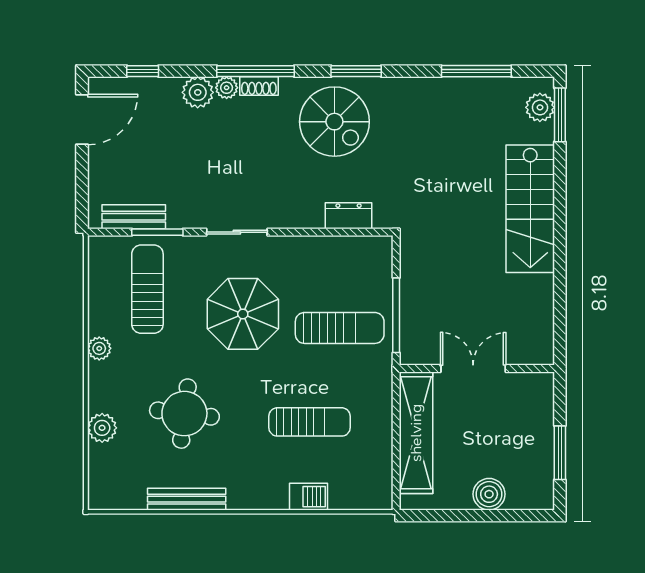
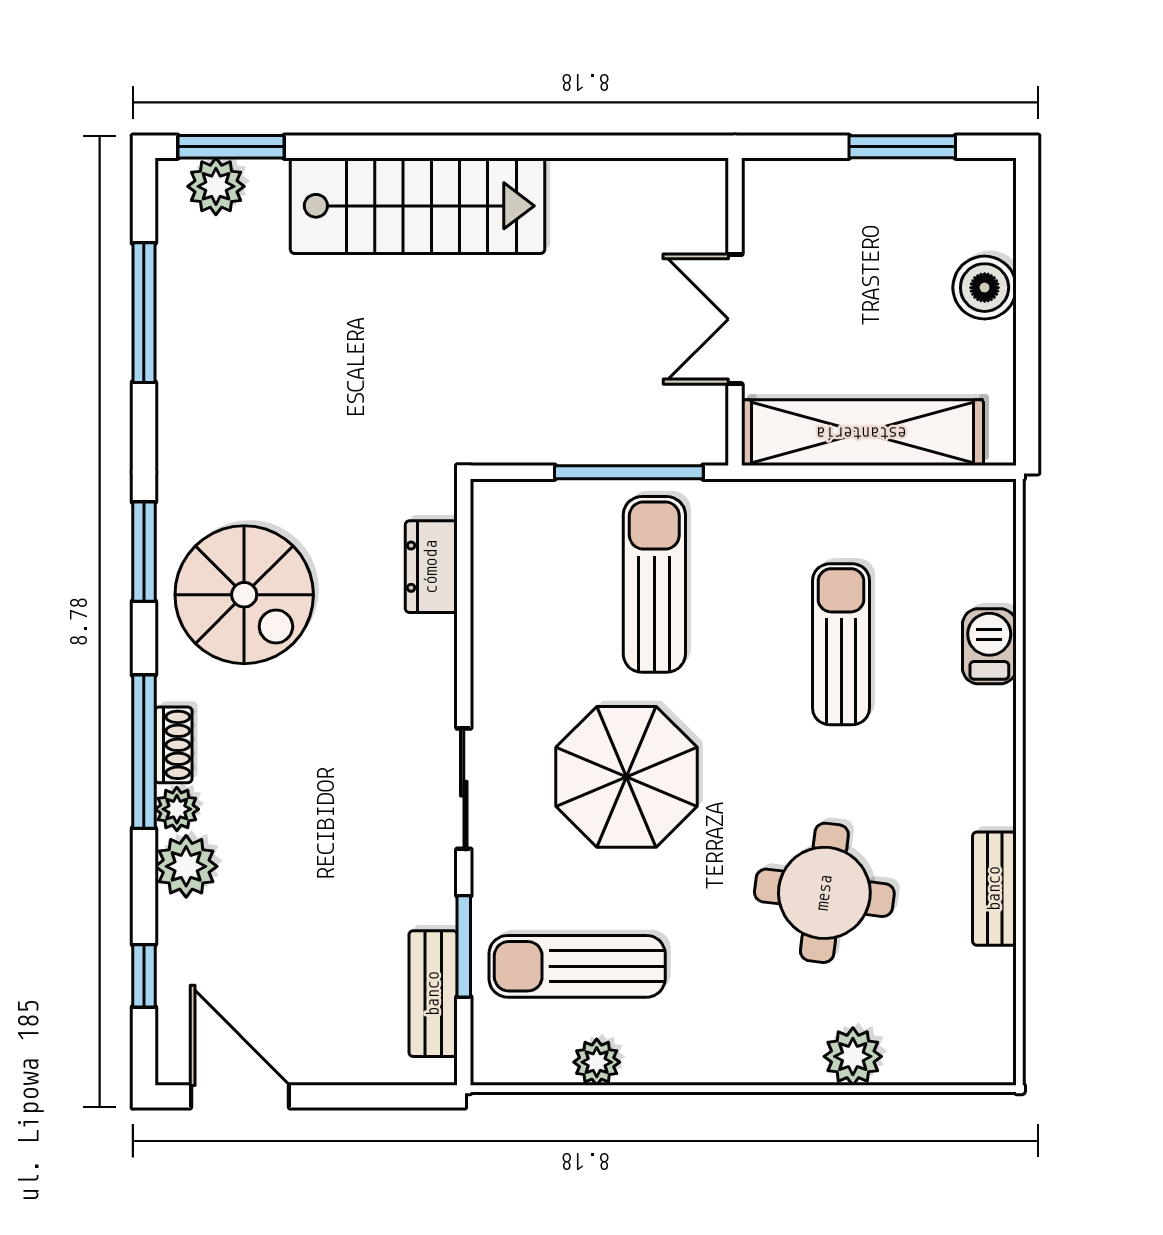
spiral stairs: (334, 122) -> (244, 595), turned 90
plant: (99, 348) -> (597, 1062), moved
bench: (187, 499) -> (994, 889), width x0.73

